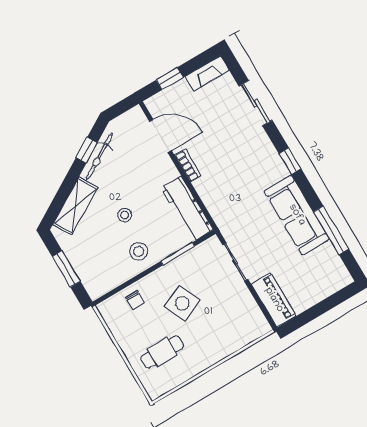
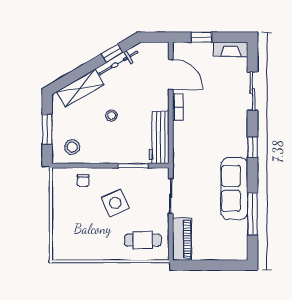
stool: (139, 251) -> (72, 147), moved
cafe table: (162, 352) -> (143, 240), moved

